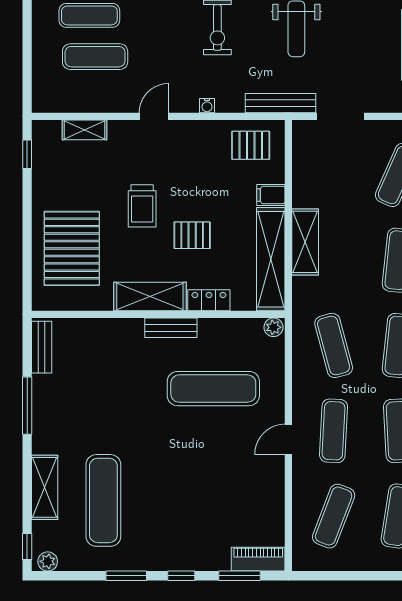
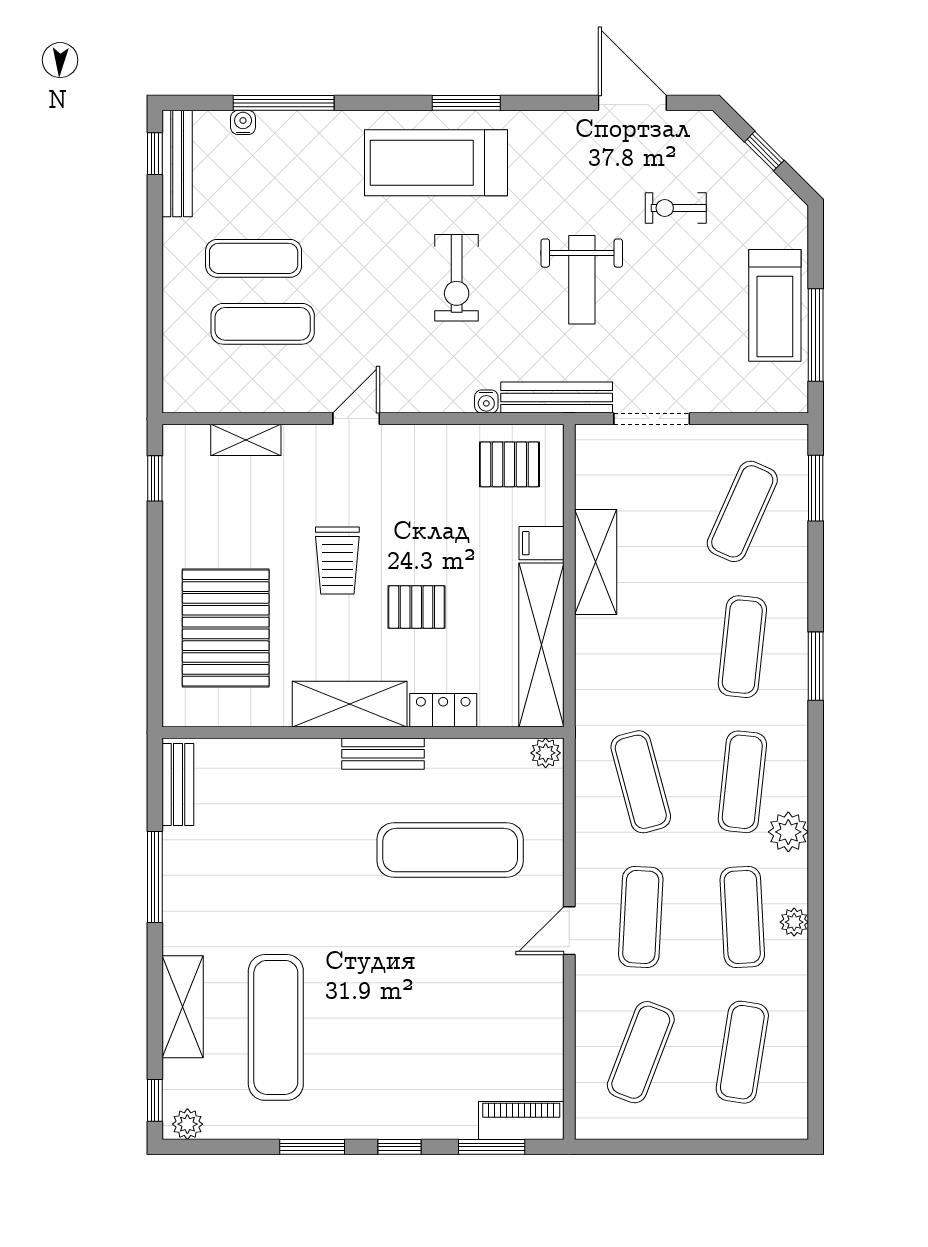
water cooler: (207, 106) -> (486, 402), moved
shelving: (305, 242) -> (596, 562), moved

